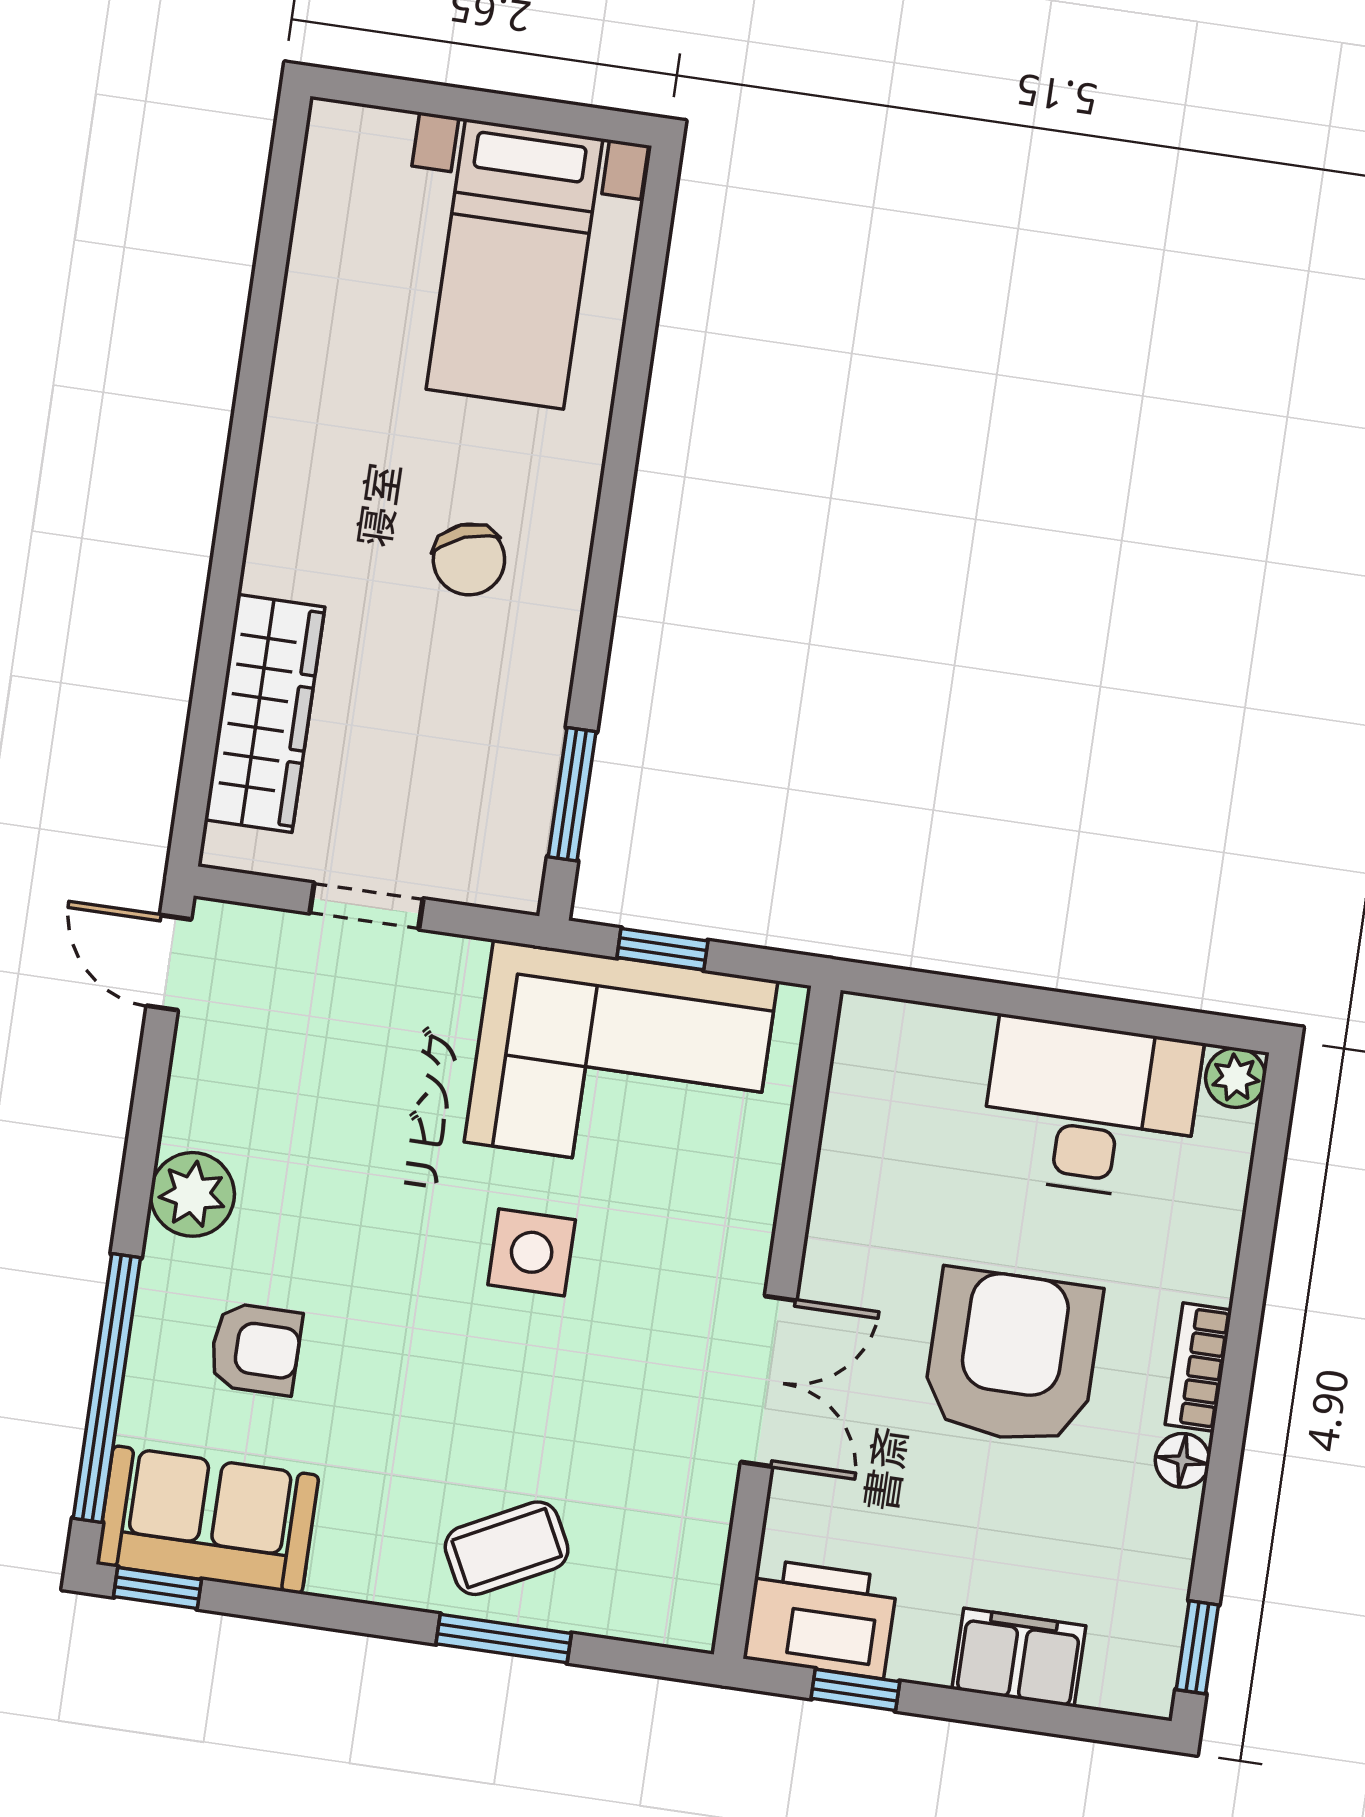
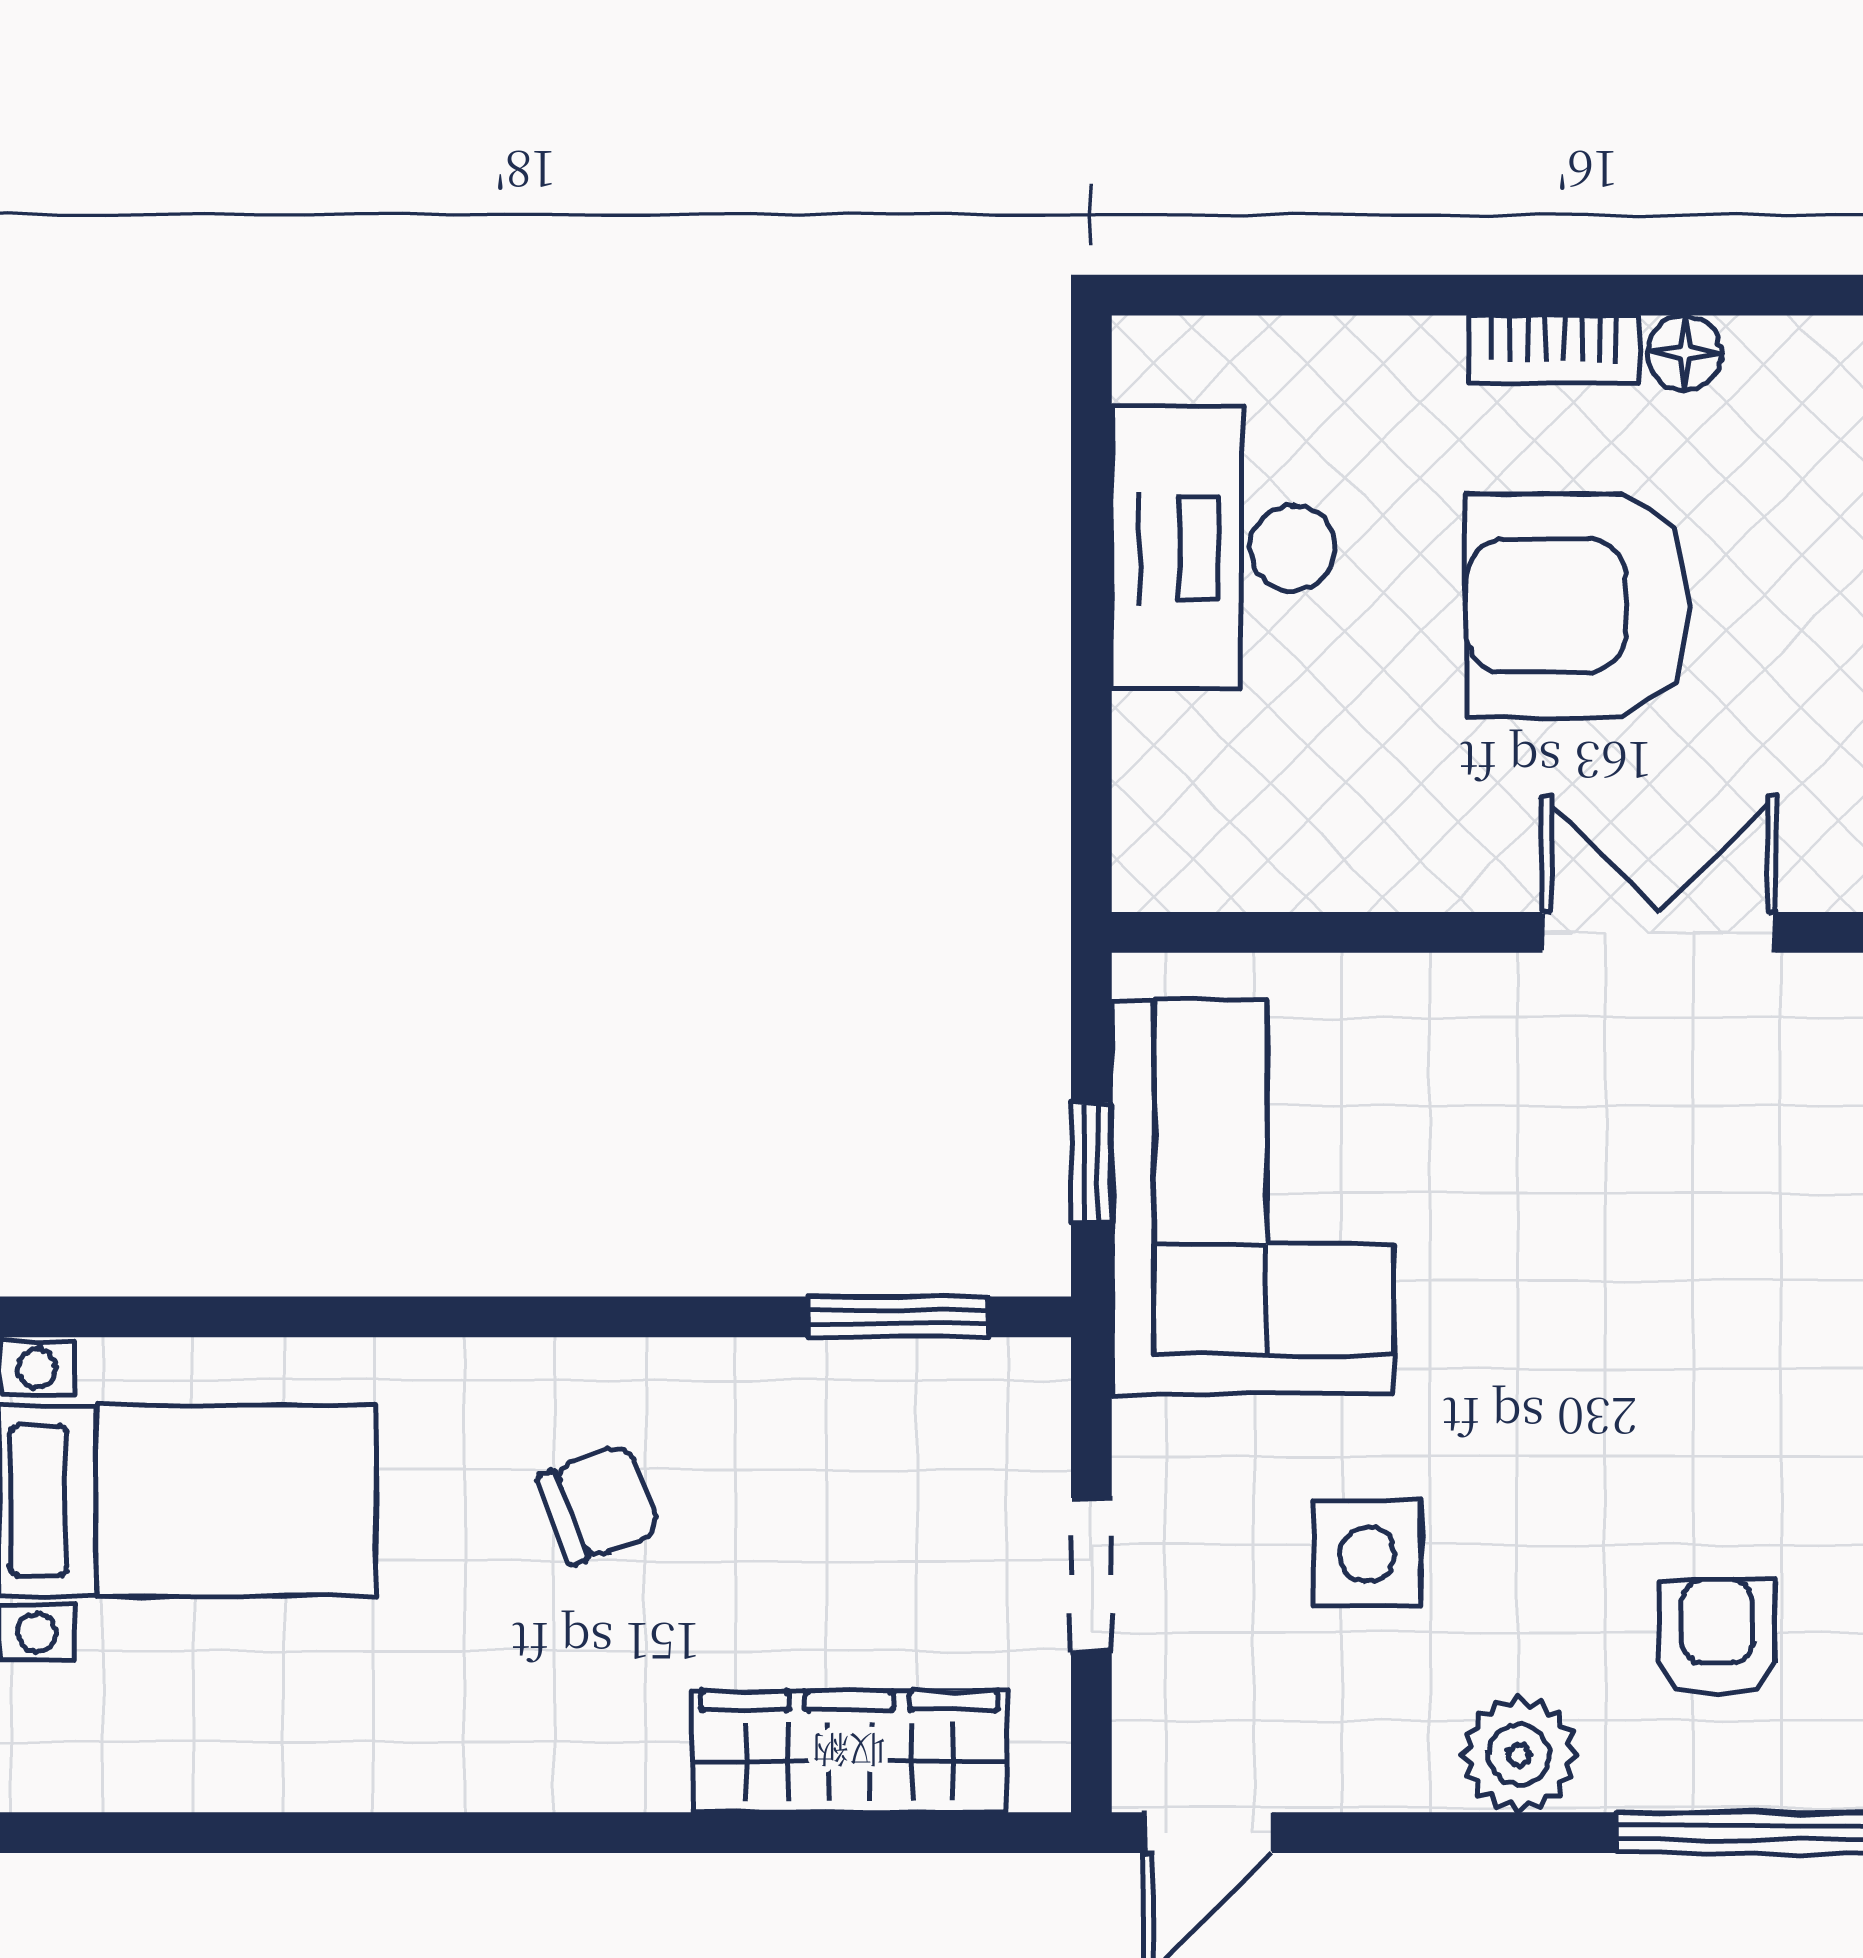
plant: (1236, 1078) -> (1153, 357), removed
side table: (532, 1252) -> (1368, 1554), moved

